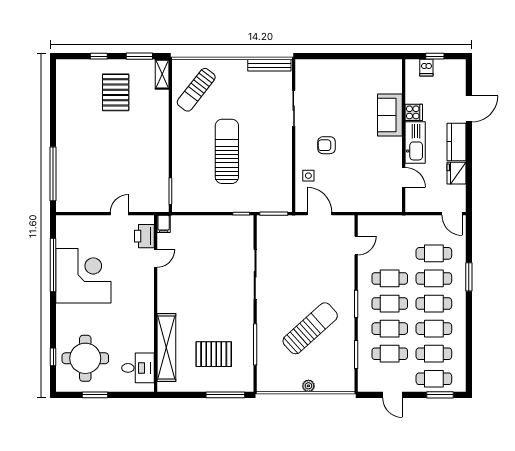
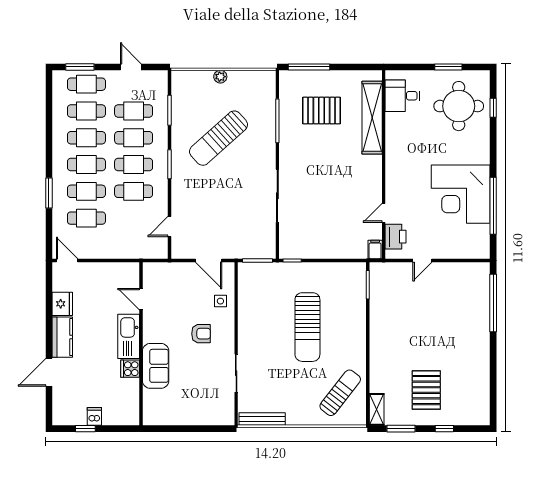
cooker: (414, 112) -> (130, 369), moved
sofa: (390, 115) -> (156, 366), moved
wall: (404, 136) -> (141, 344), moved
kitchen sink: (415, 143) -> (129, 336), moved
door: (404, 177) -> (141, 299), moved

